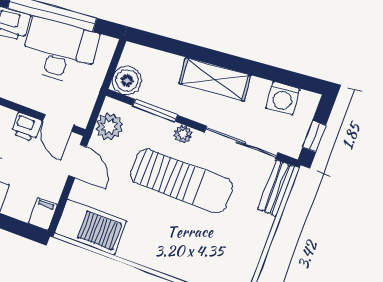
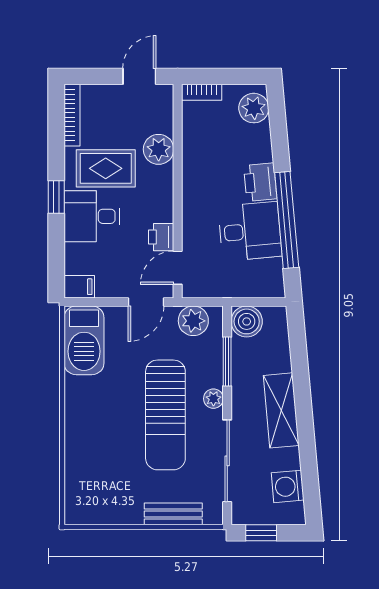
desk: (59, 51) -> (250, 231), width x0.73
bench: (276, 188) -> (173, 514), moved

